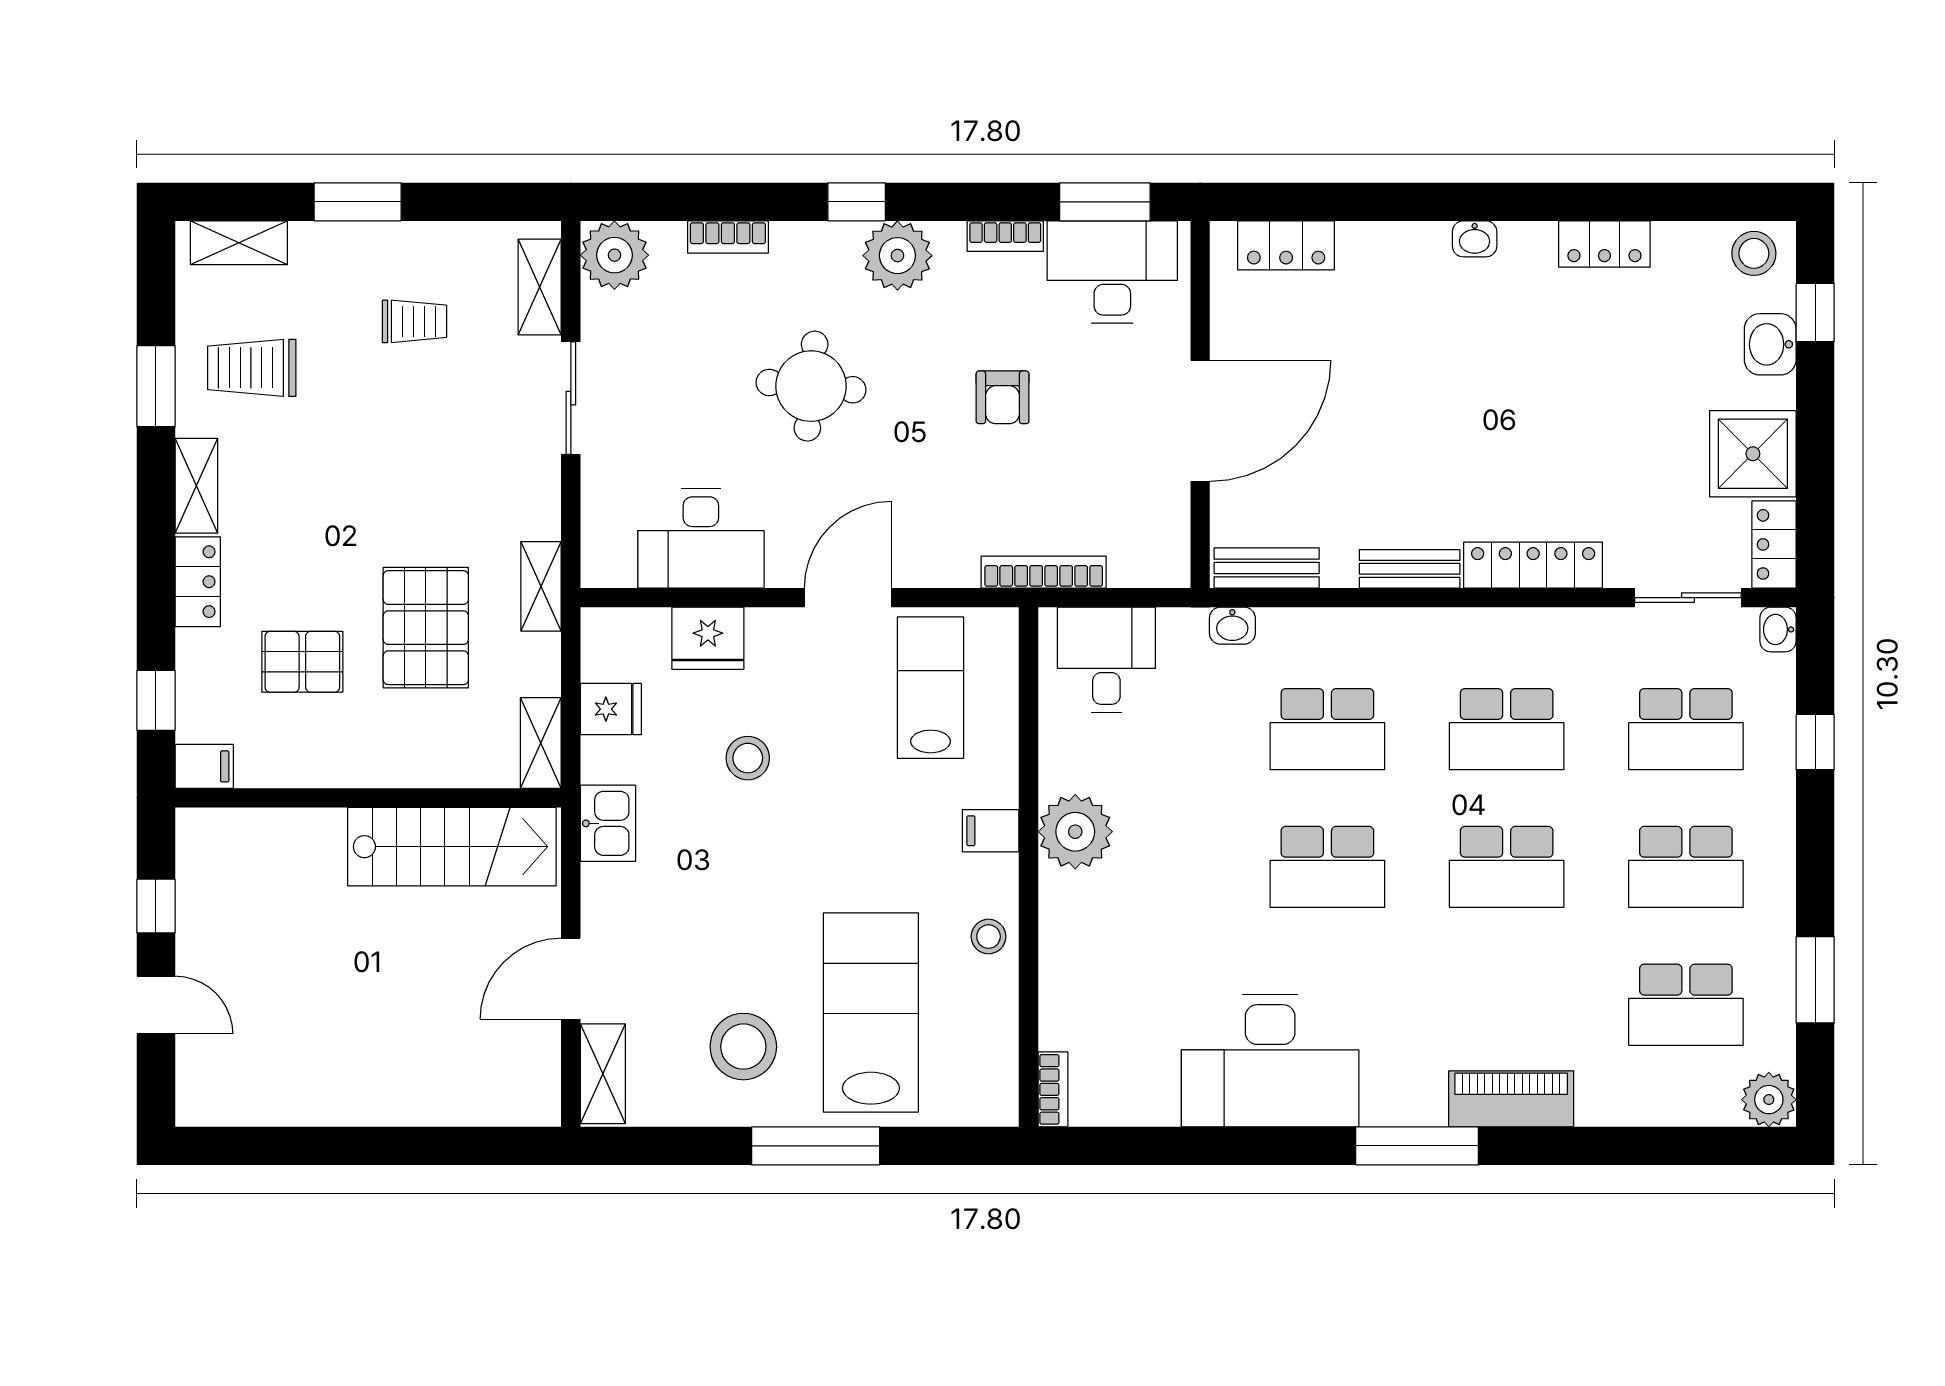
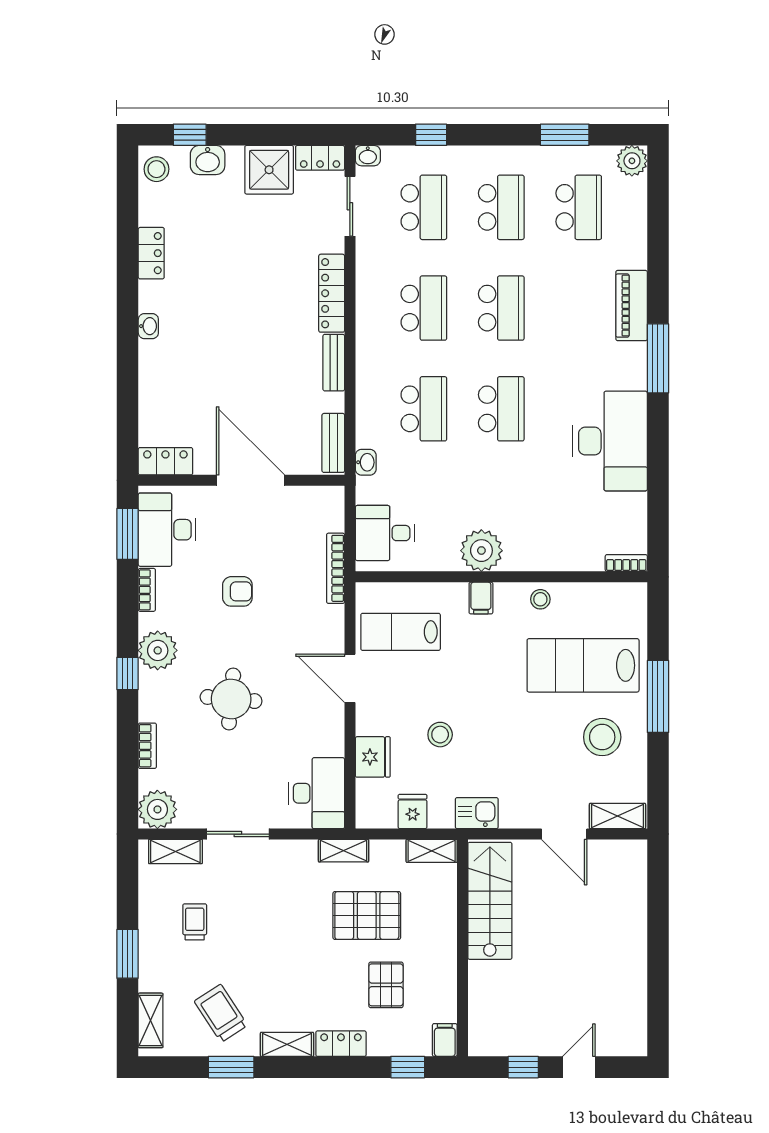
locker: (1286, 245) -> (165, 461), moved, turned -90
trolley: (252, 368) -> (221, 1013), turned 147
desk: (701, 538) -> (317, 793), moved

